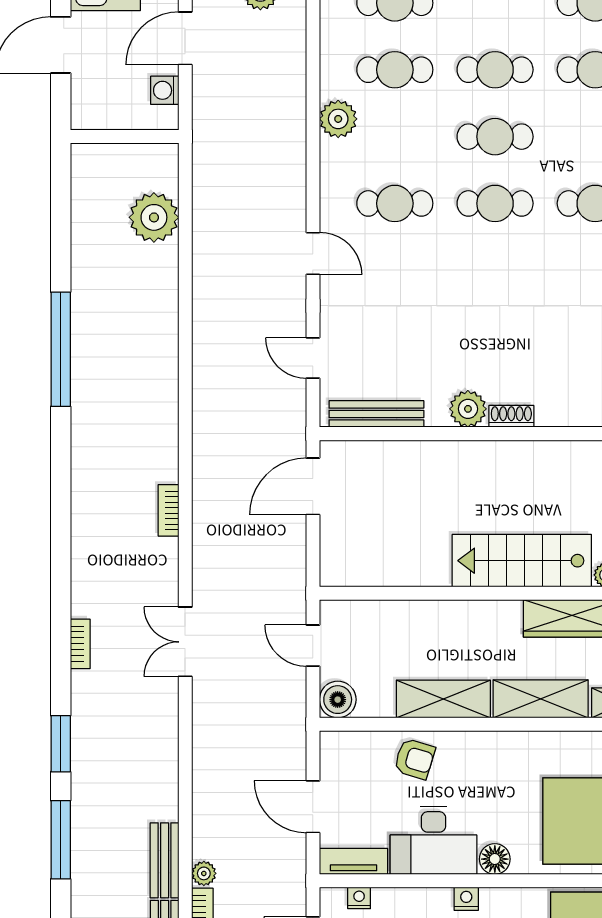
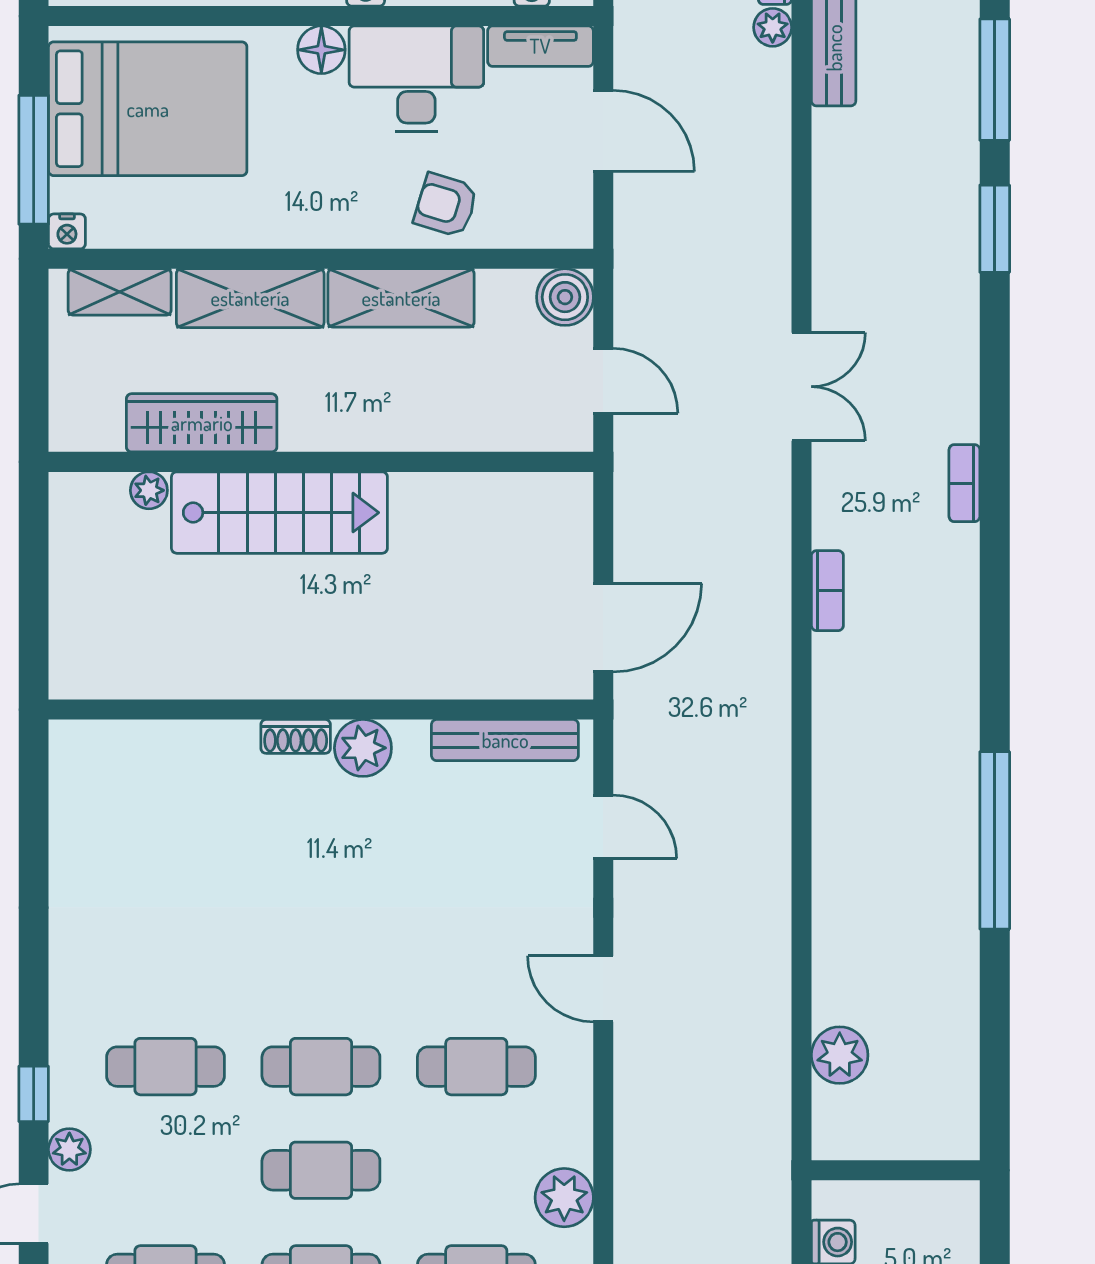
plant: (154, 217) -> (840, 1055), width x0.73, depth x0.73
bookcase: (80, 644) -> (964, 483), moved

